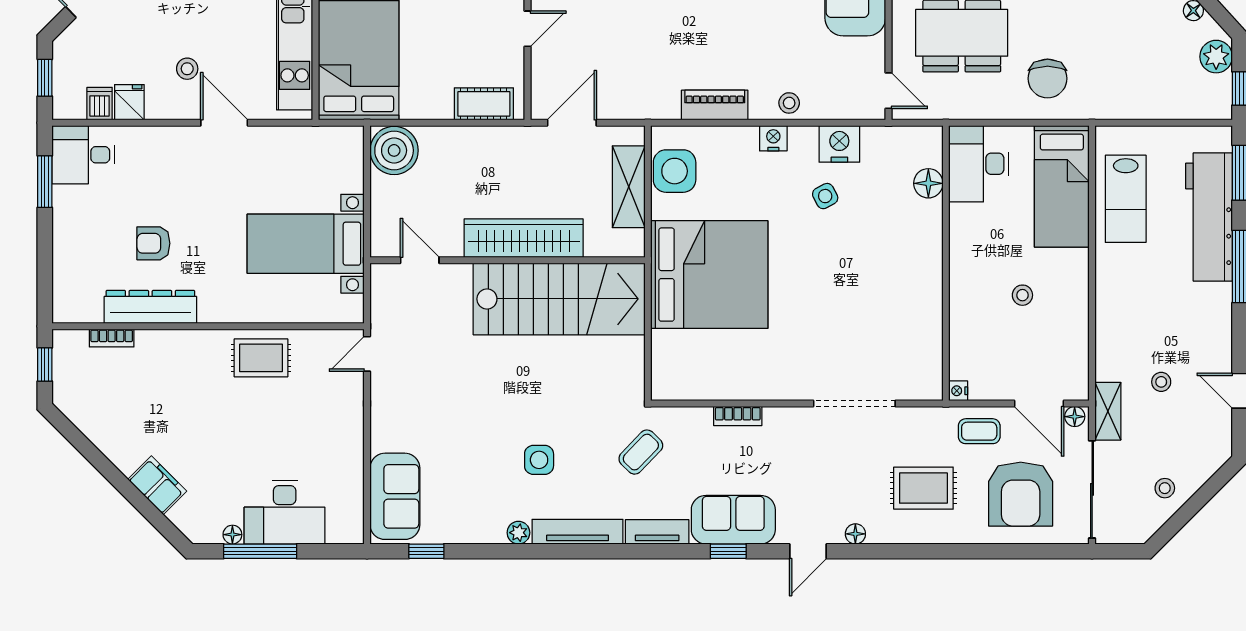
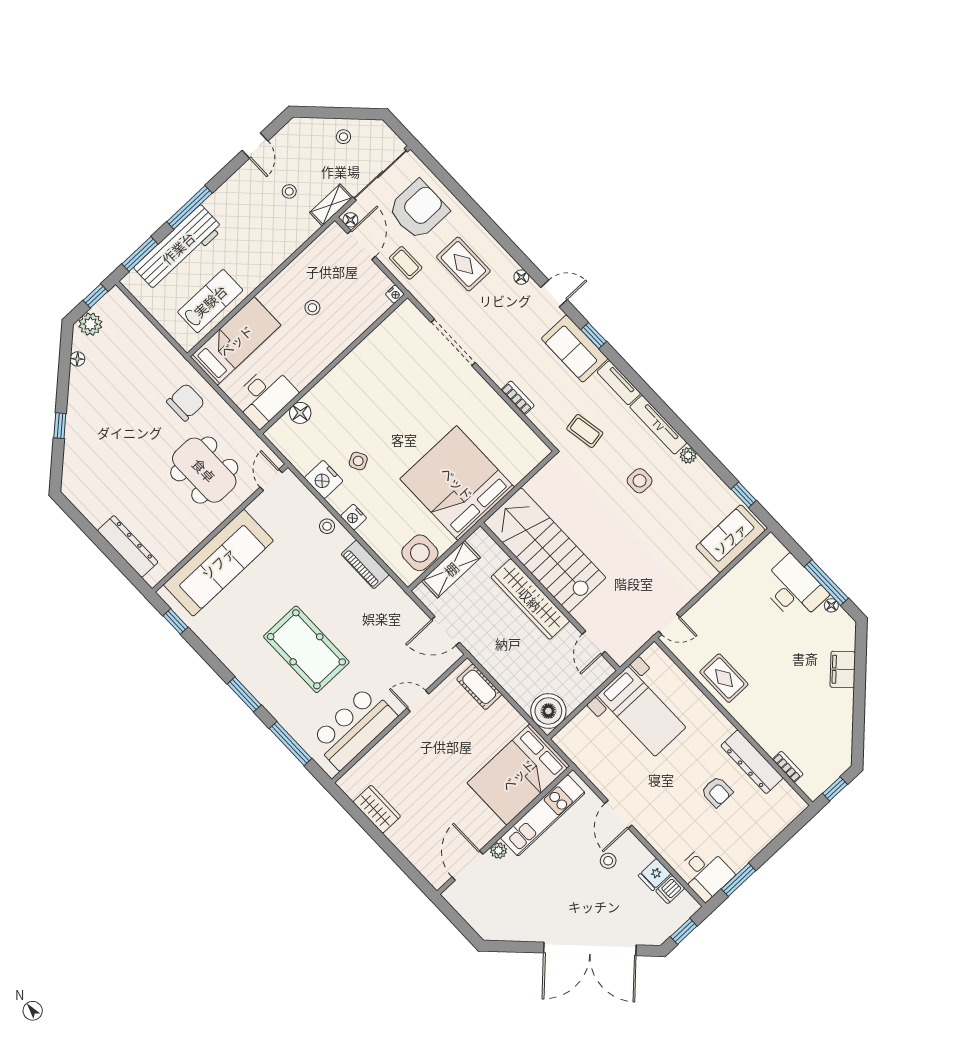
coffee table: (641, 452) -> (585, 431), turned 36

